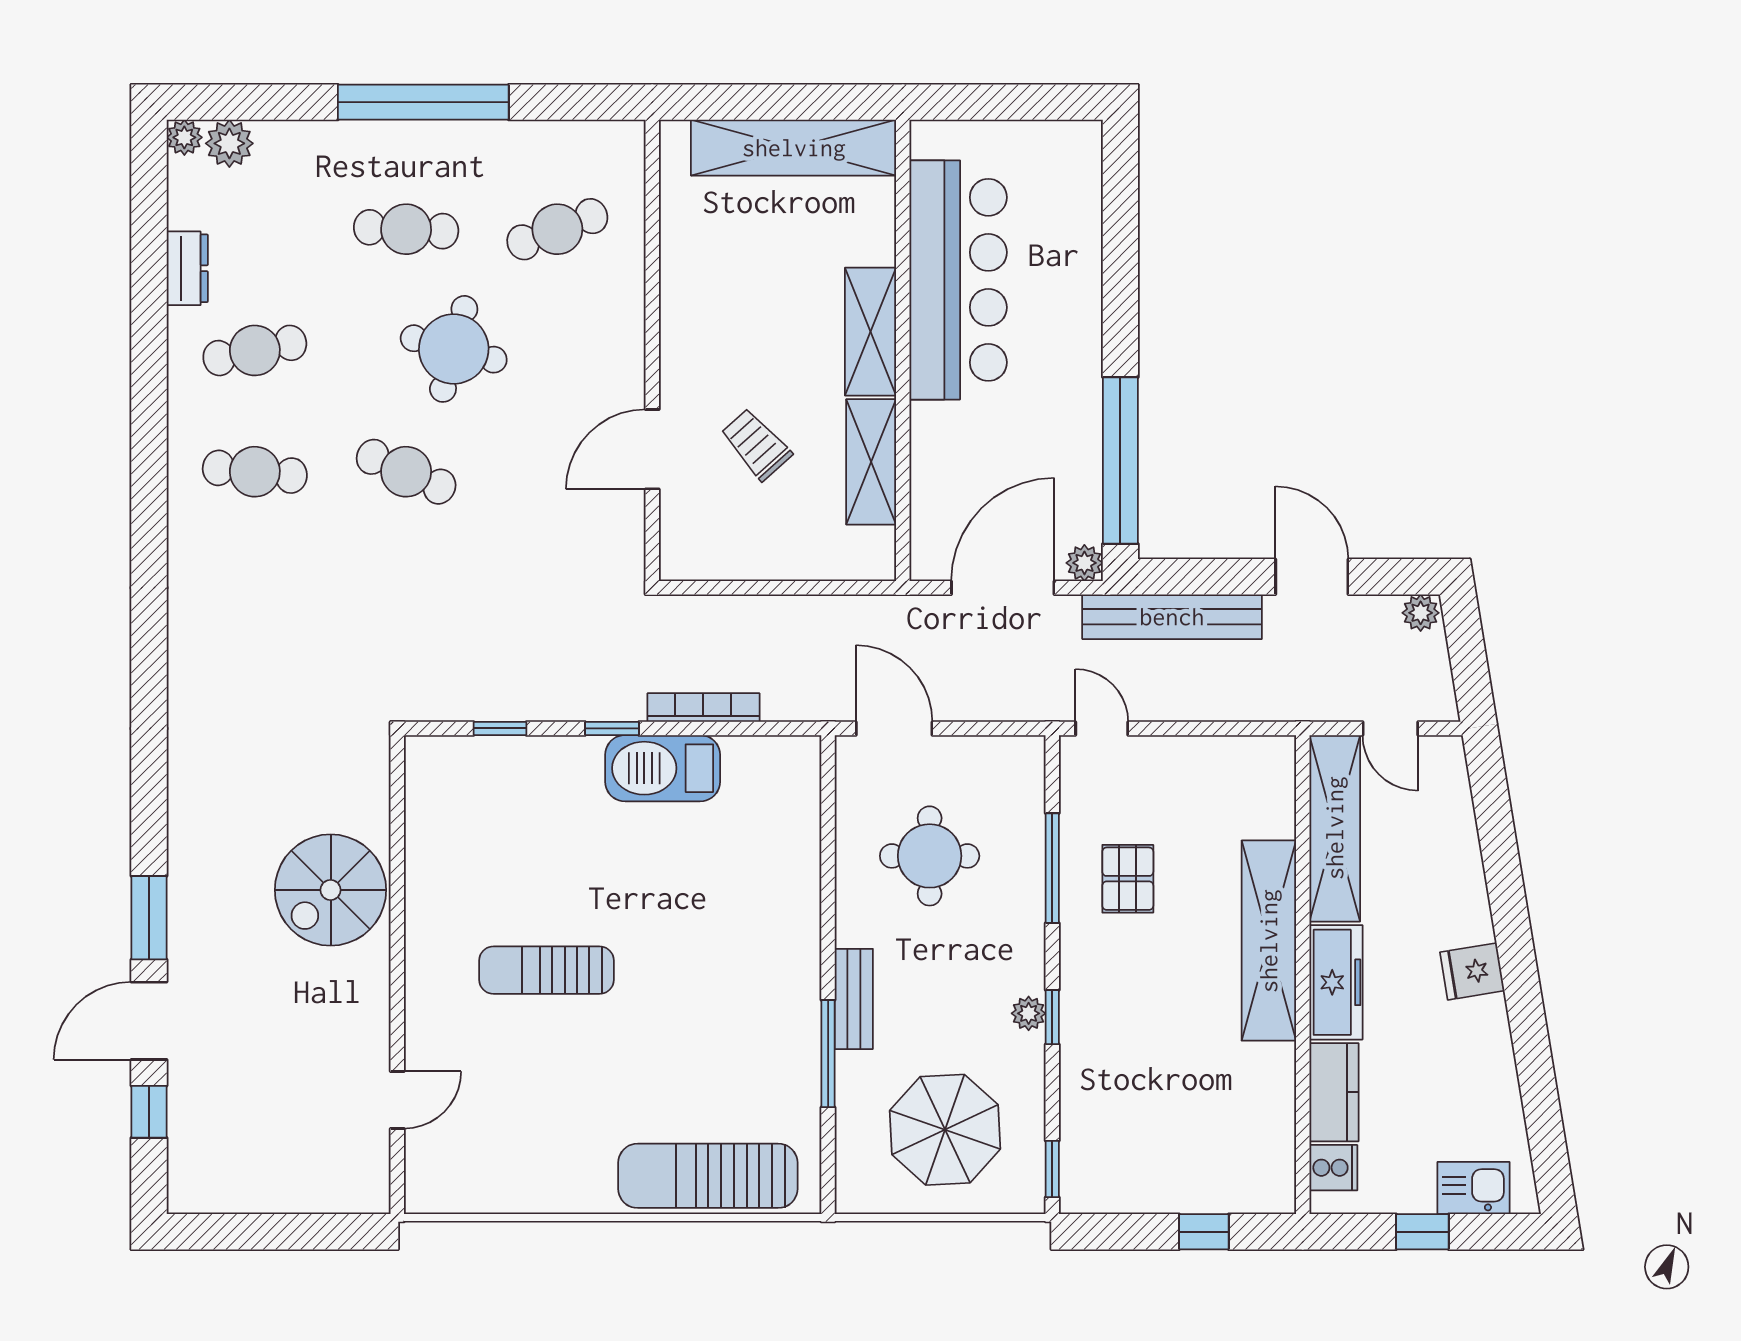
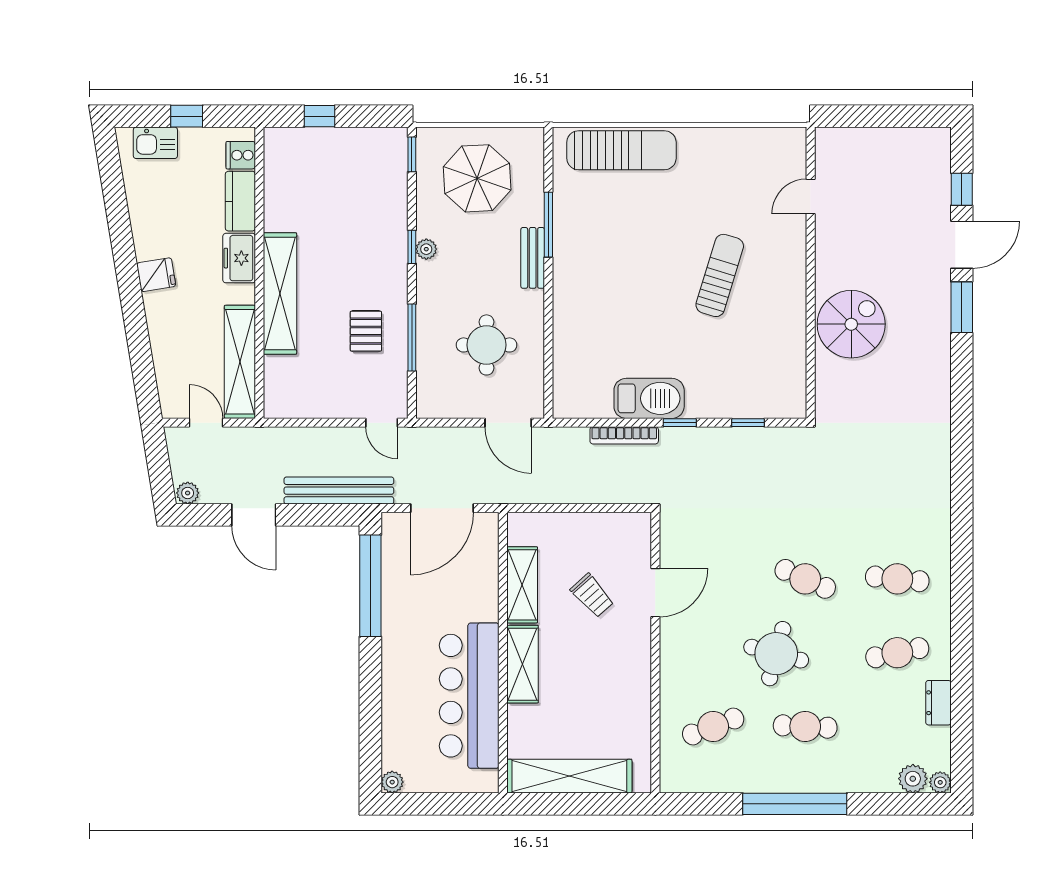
plant: (1084, 563) -> (392, 782), moved
sun lounger: (547, 970) -> (720, 275), turned -73
freezer: (1336, 982) -> (239, 258), width x0.71

